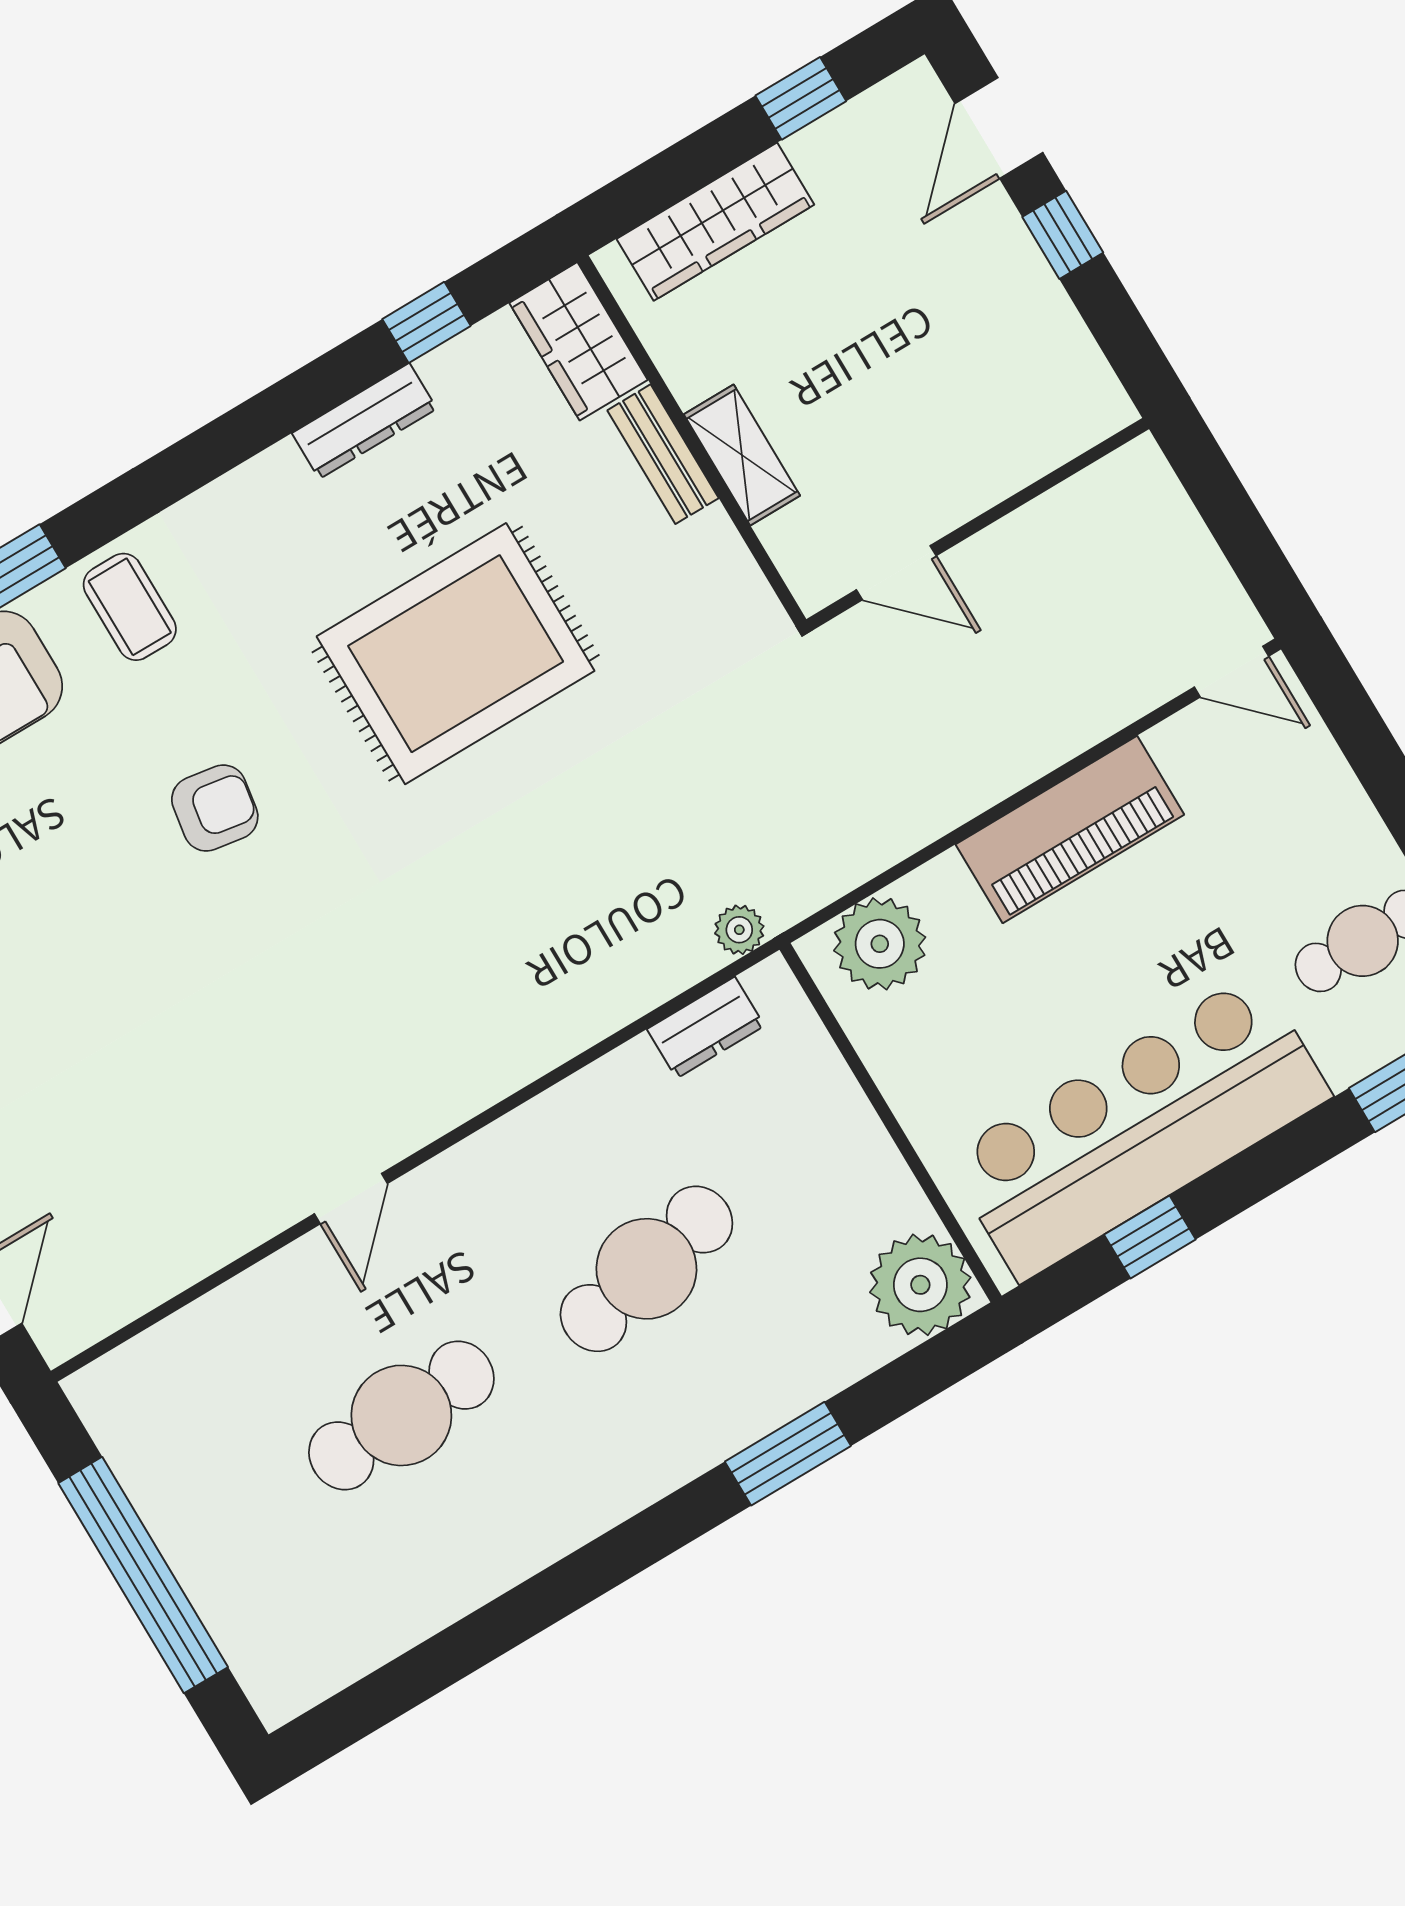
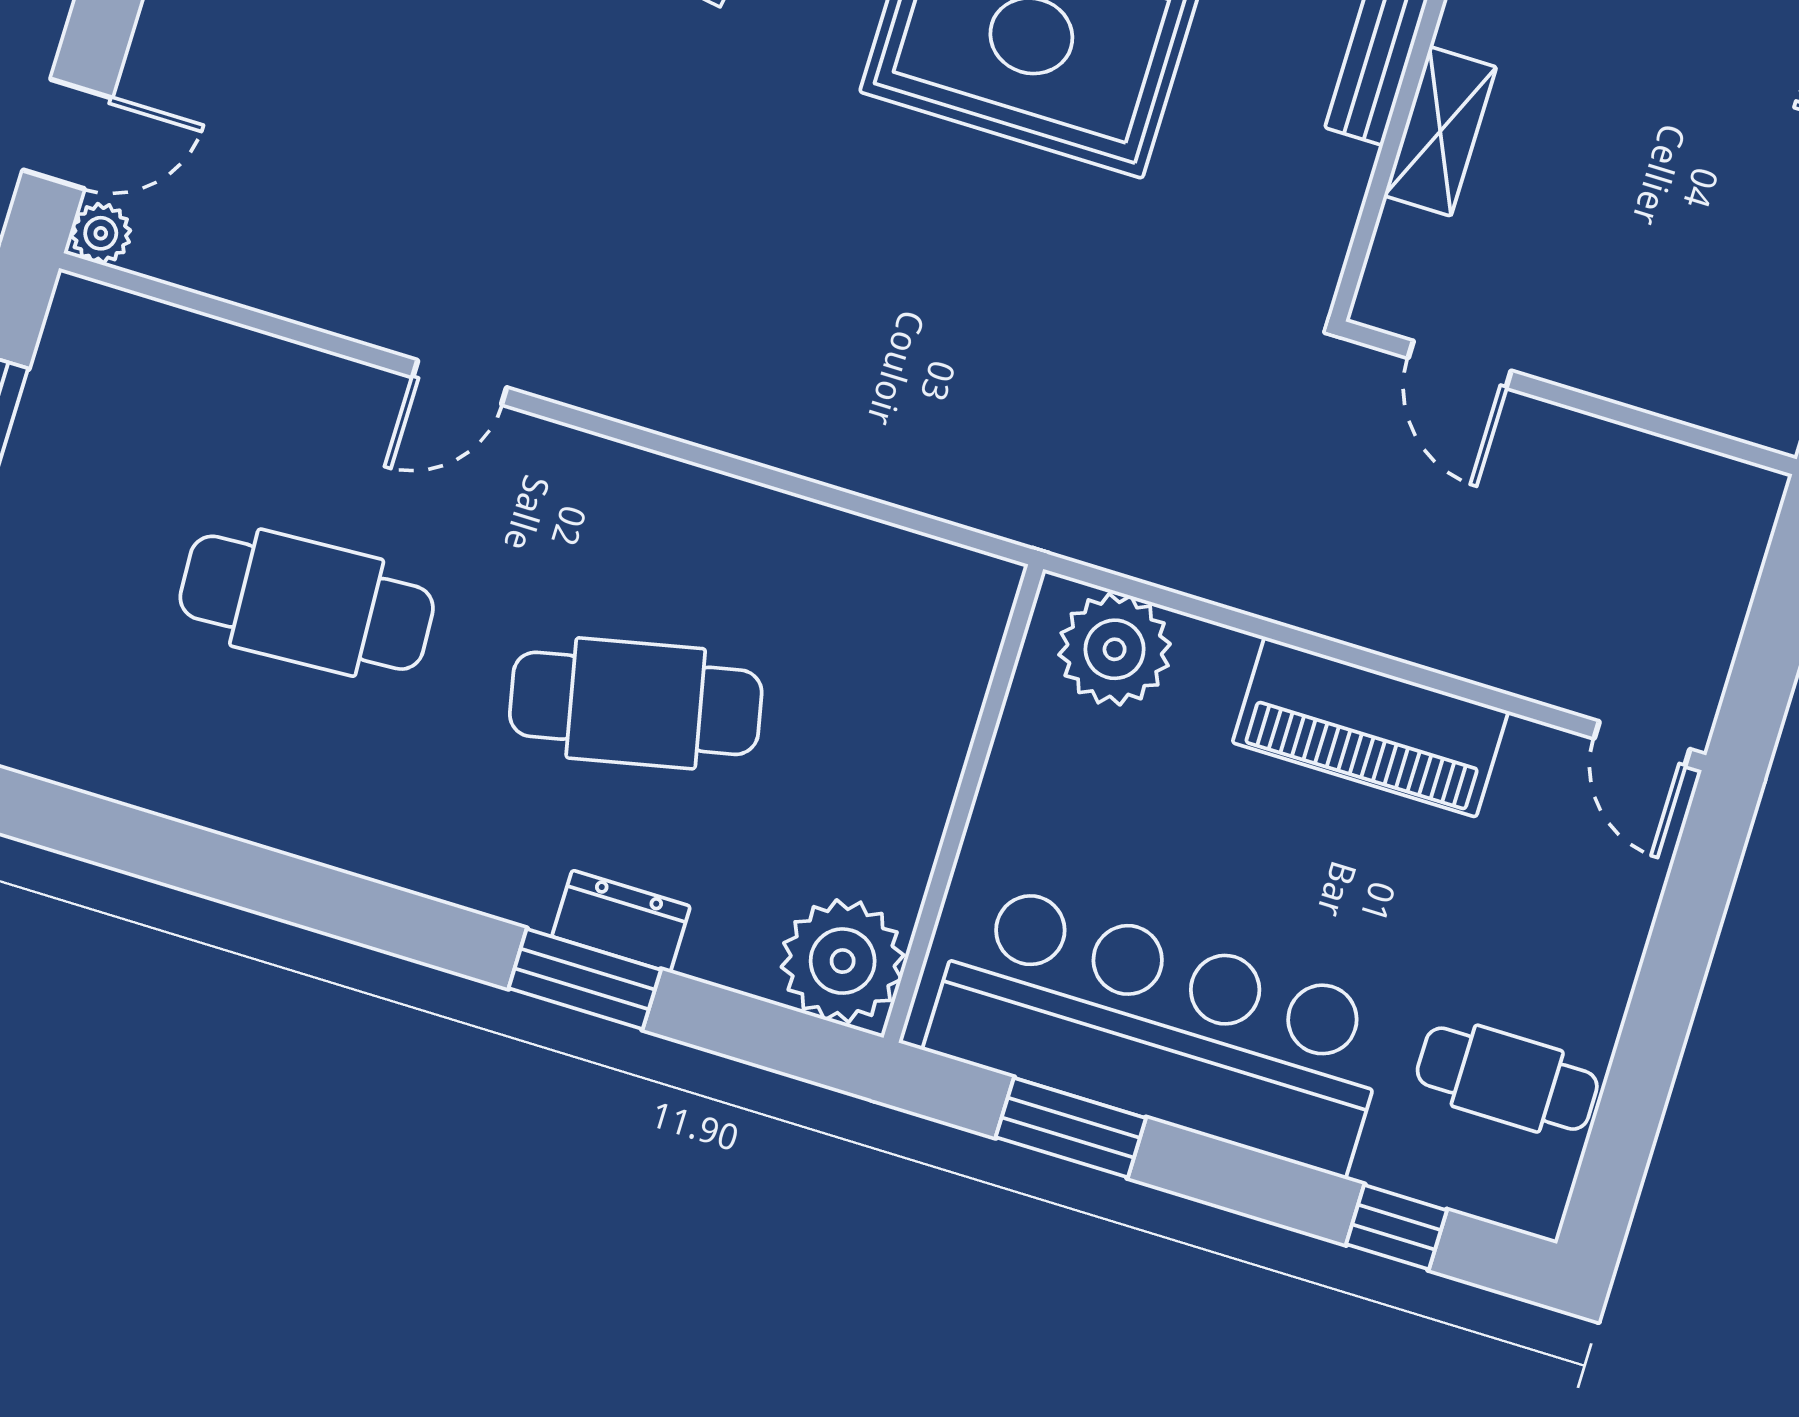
plant: (739, 930) -> (101, 233), moved
dresser: (706, 1028) -> (621, 921), moved, turned 180
window: (1150, 1237) -> (1071, 1128), width x1.50

